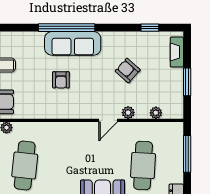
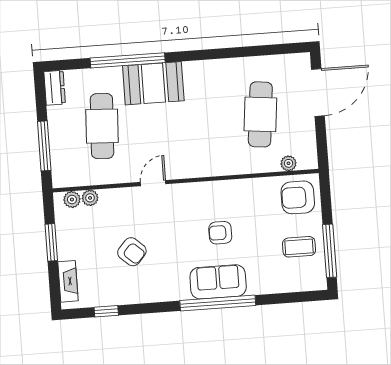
sofa: (73, 43) -> (218, 282), width x0.73
armchair: (61, 80) -> (220, 233), turned -90
plant: (128, 113) -> (72, 199), moved

